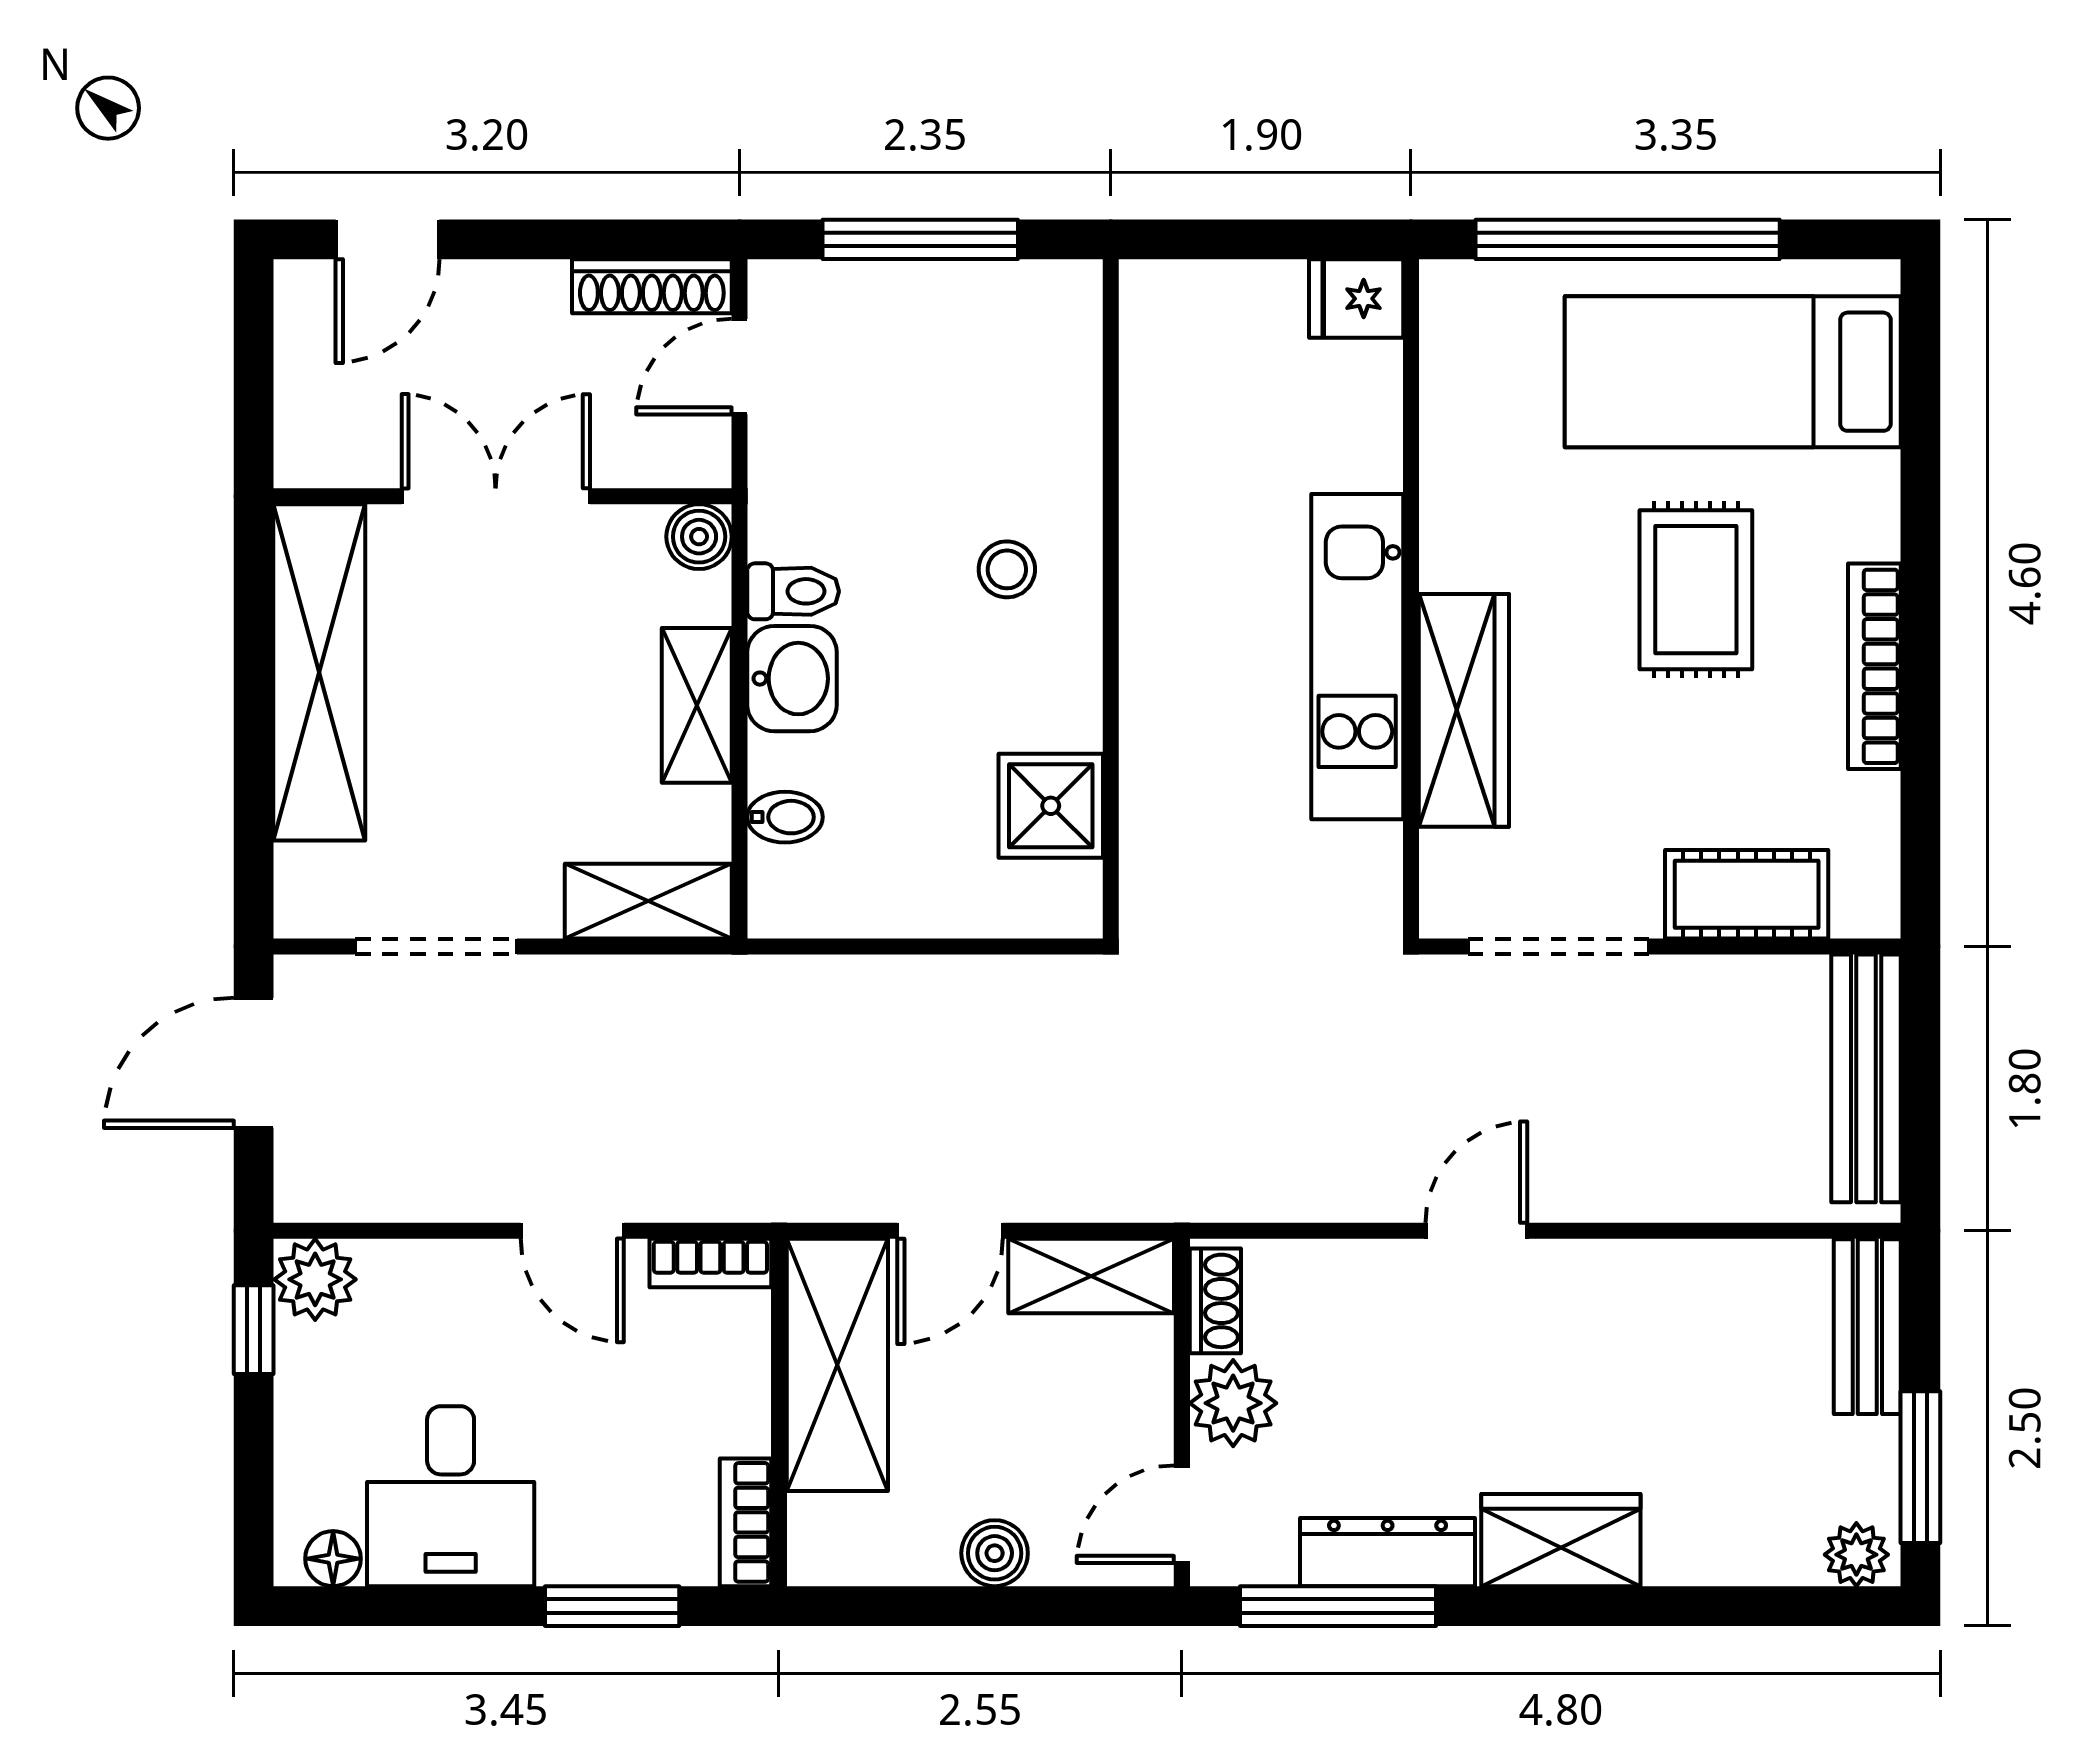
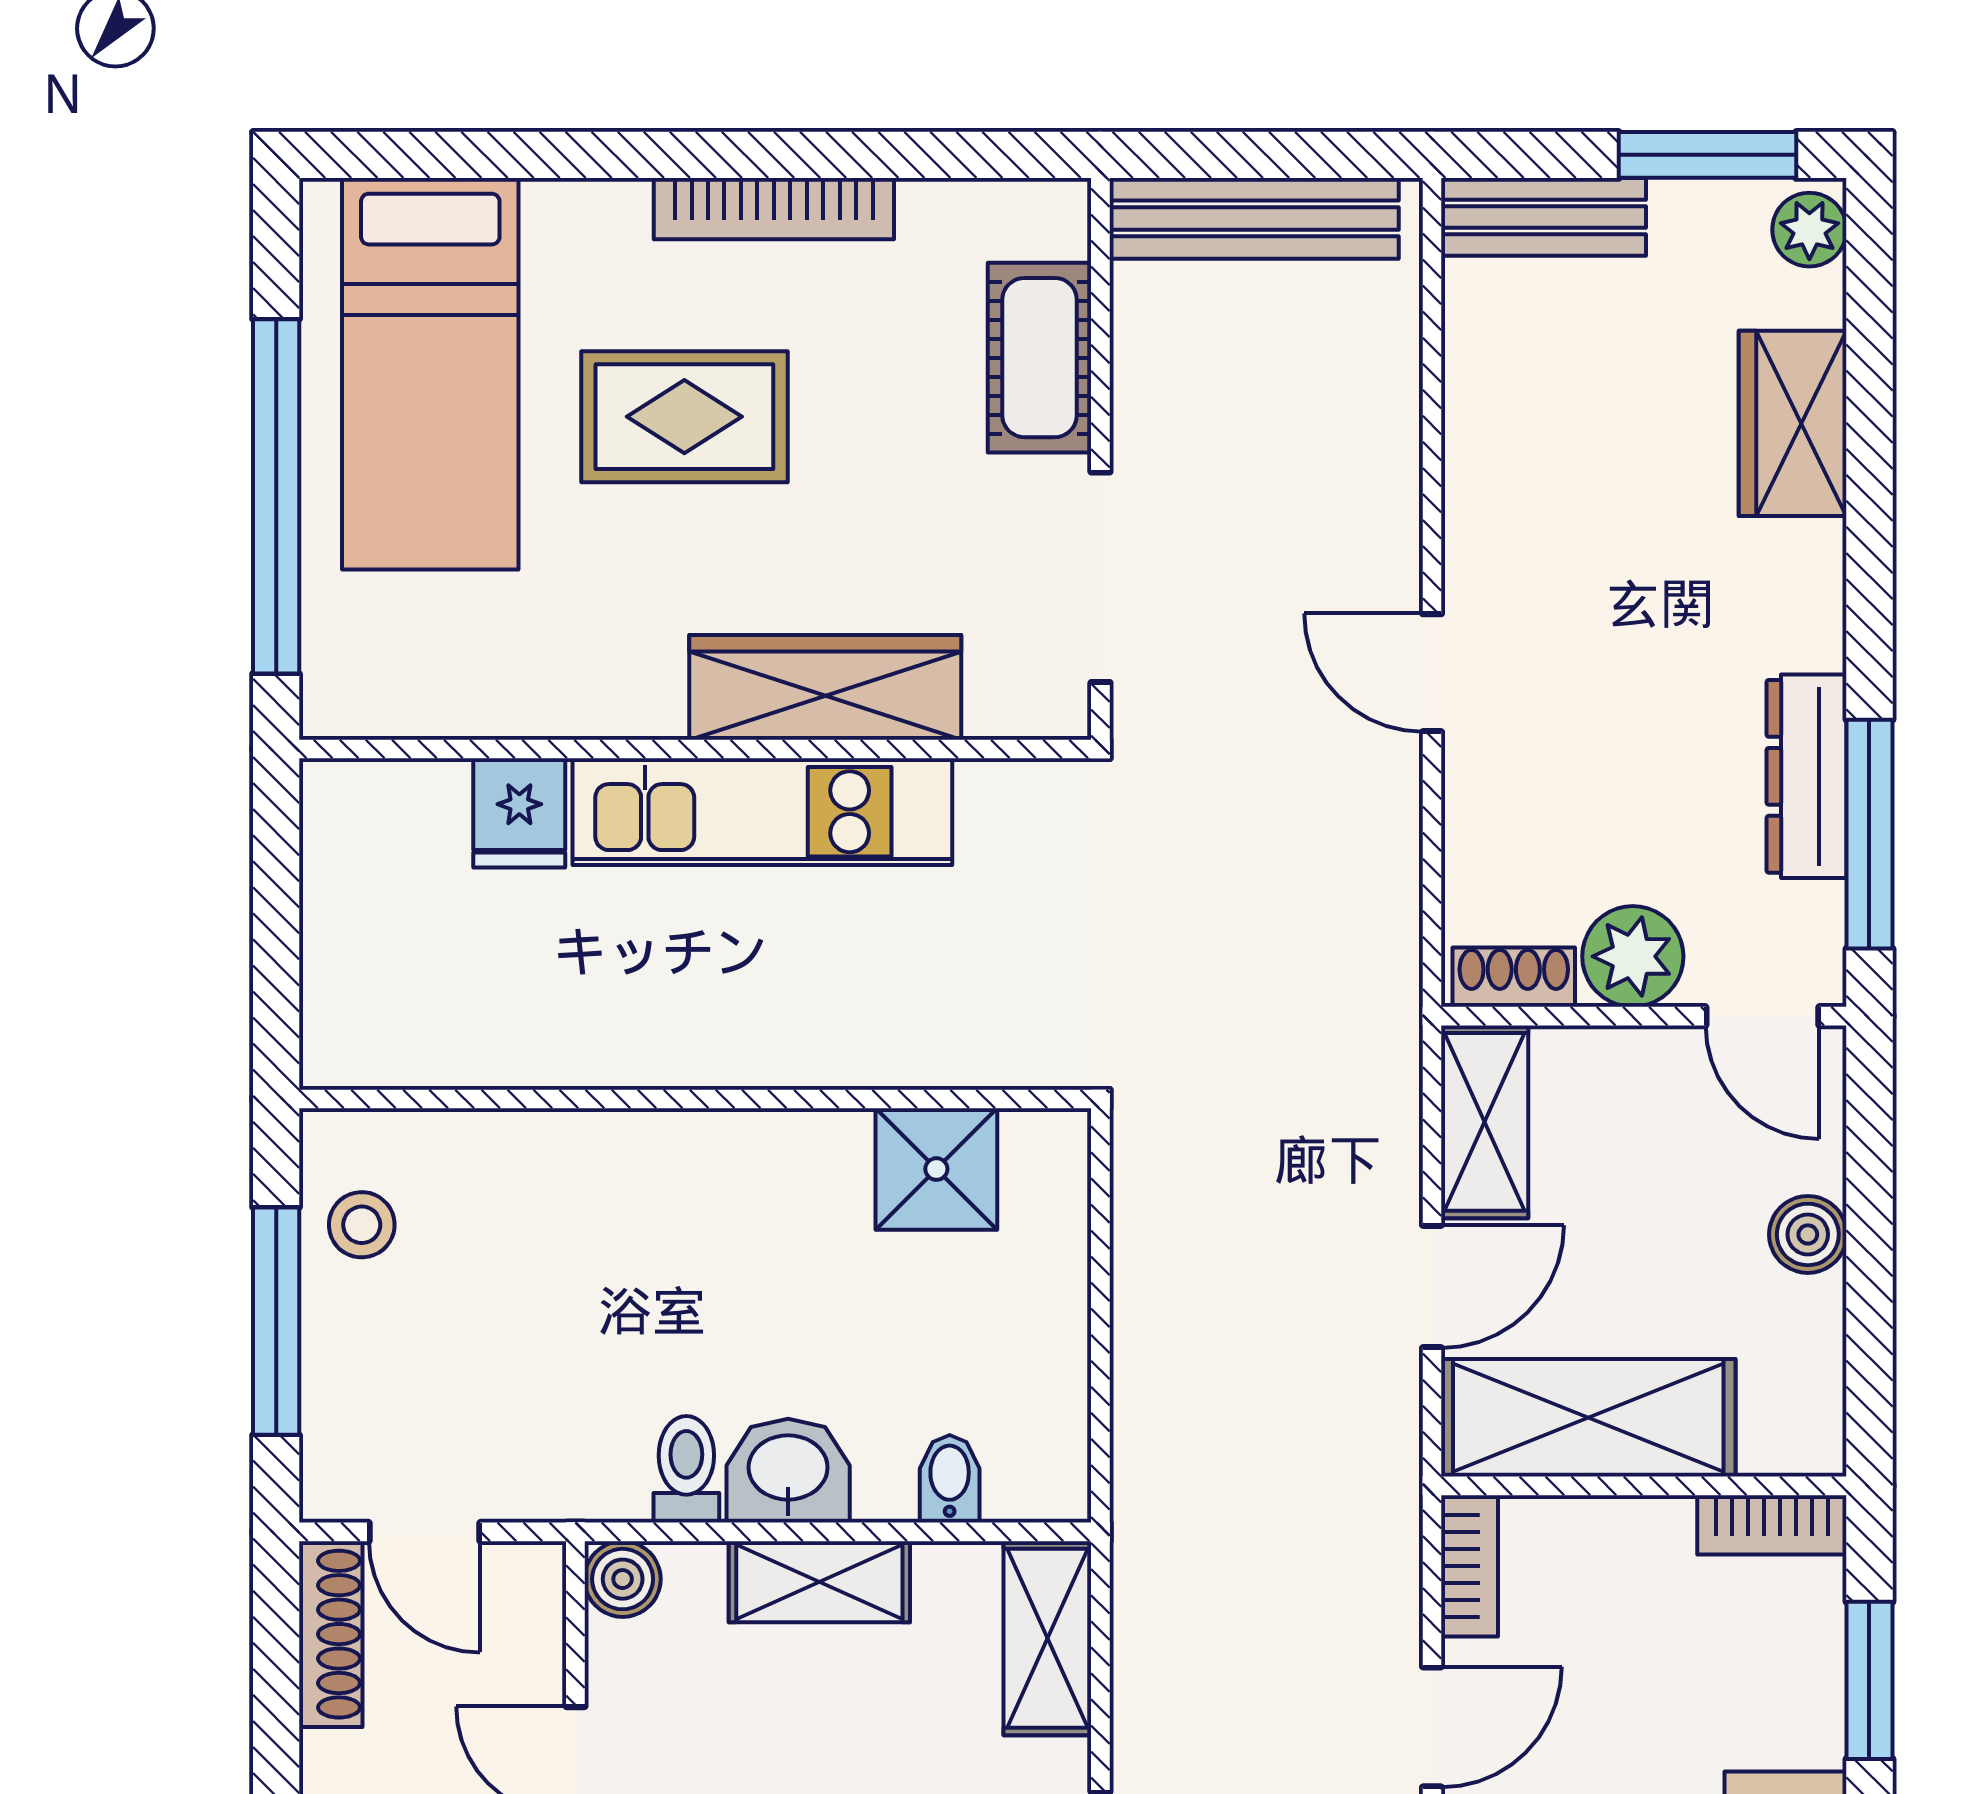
fridge: (1356, 299) -> (519, 813), moved
stool: (1007, 569) -> (362, 1225), moved
door: (950, 1231) -> (1432, 1286), hinge flipped
wardrobe: (1561, 1540) -> (1793, 423), moved

